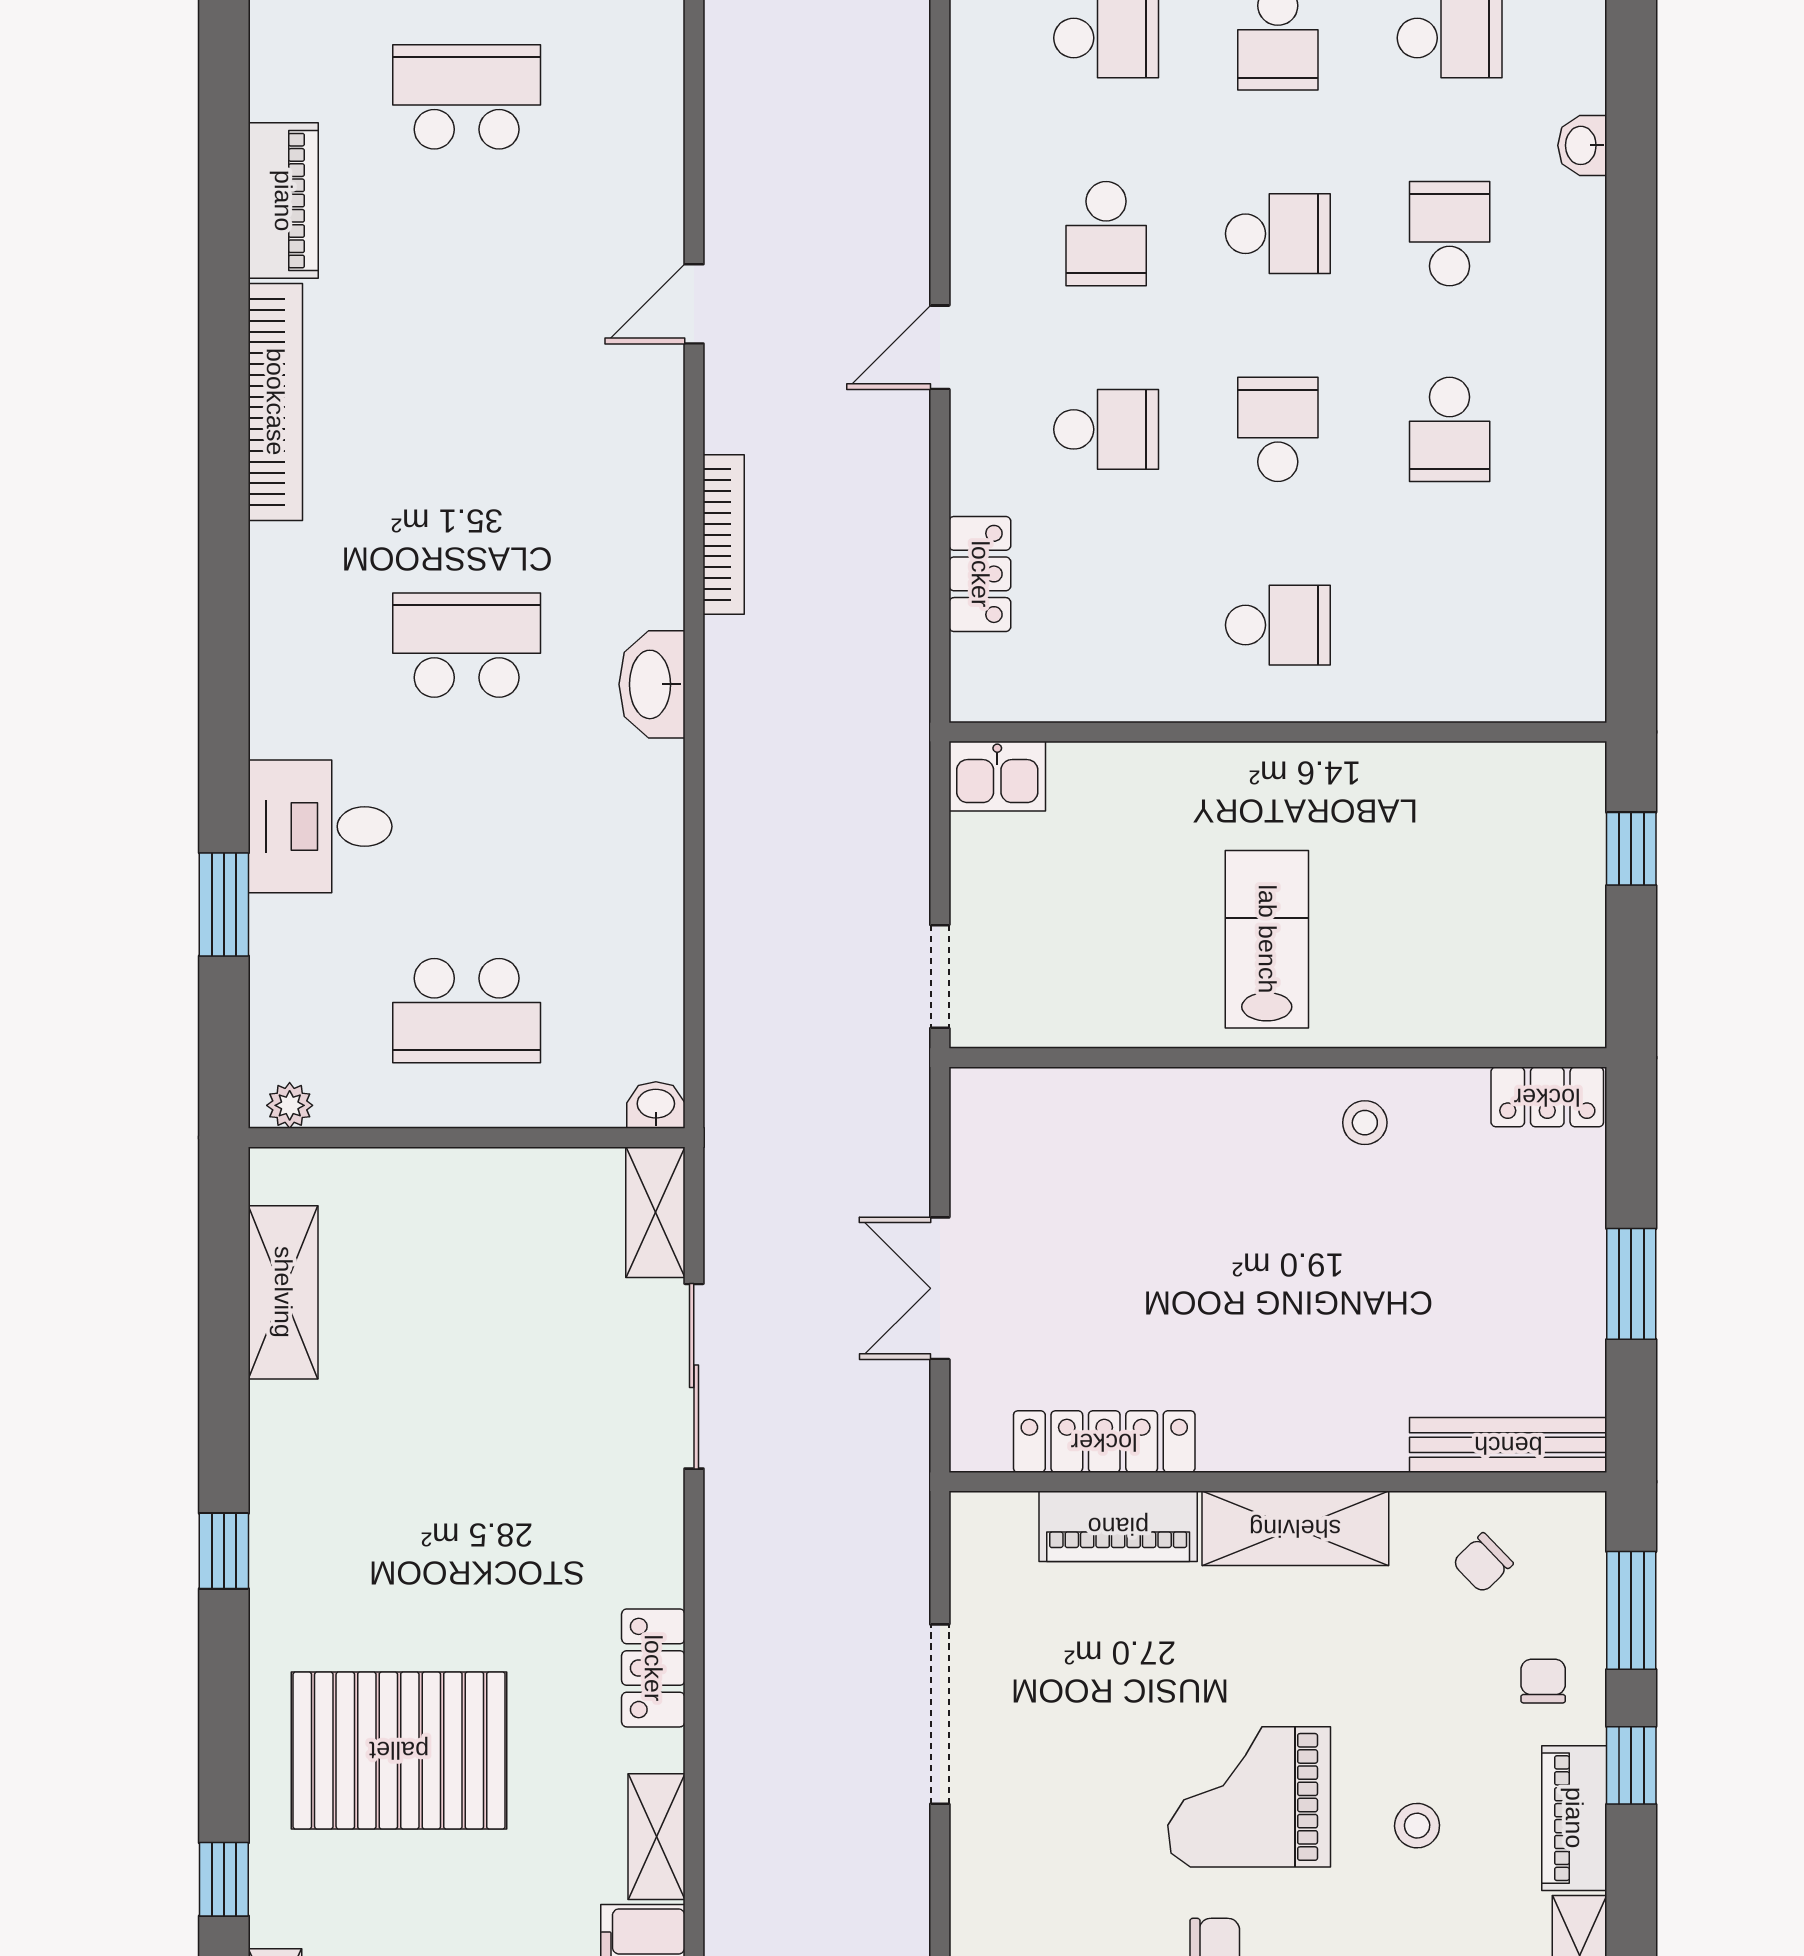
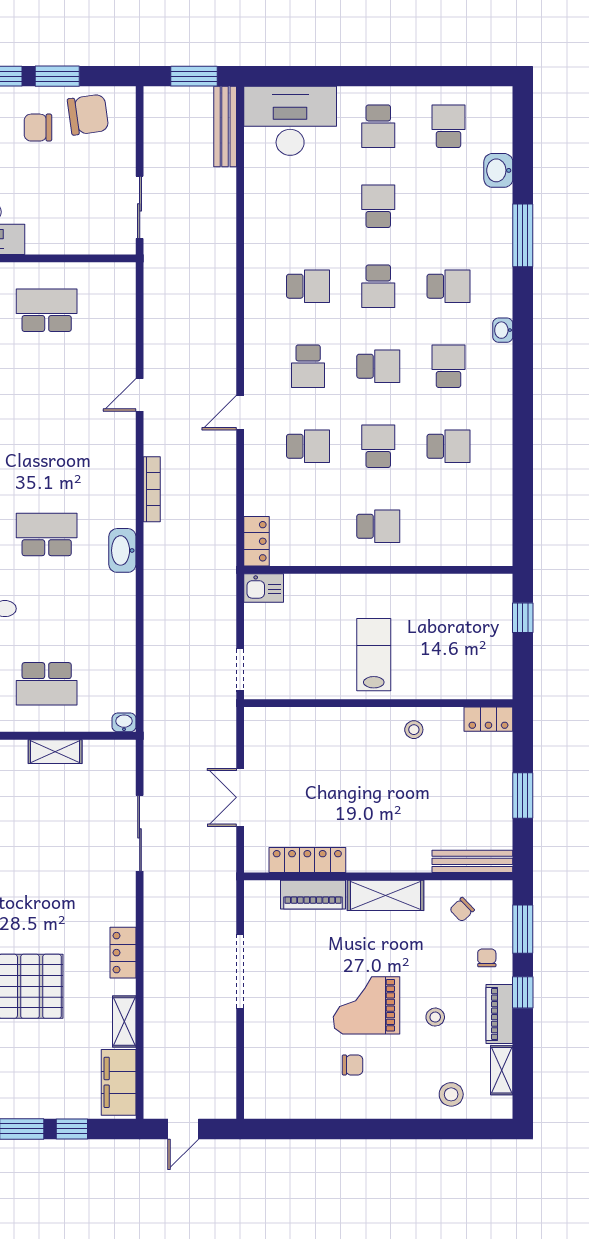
school desk: (1450, 429) -> (449, 446), turned -90
locker: (980, 574) -> (256, 541), moved
shelving: (655, 1212) -> (55, 752), moved, turned 90

